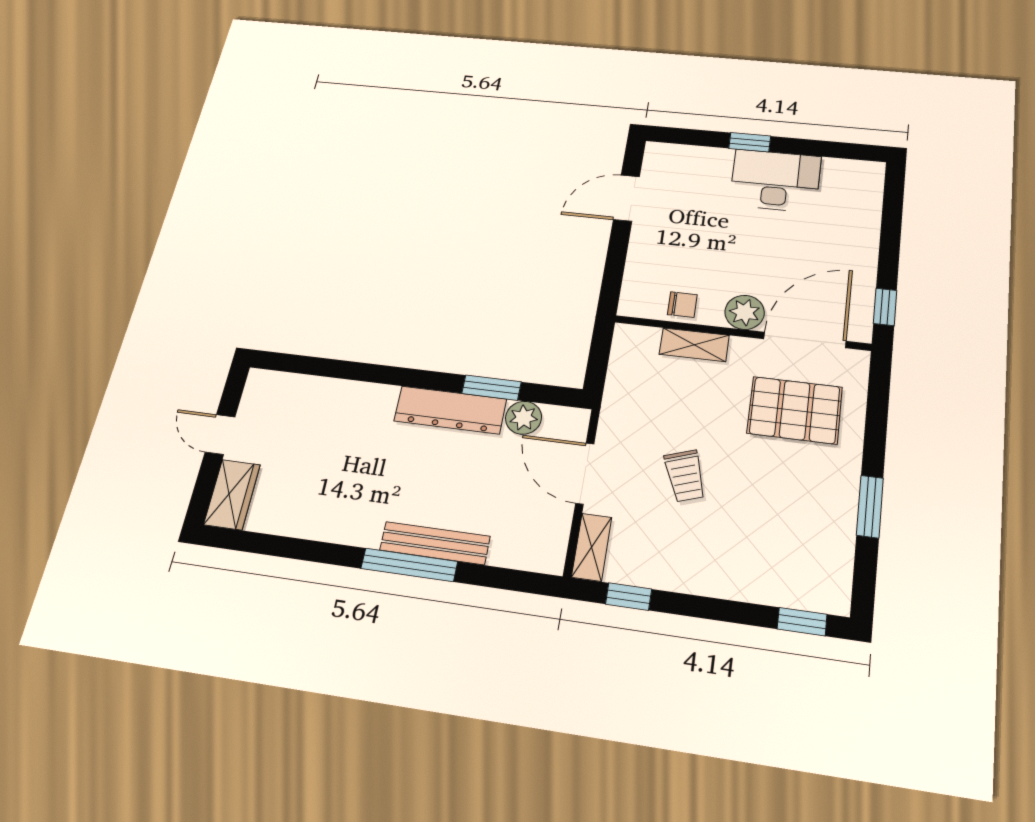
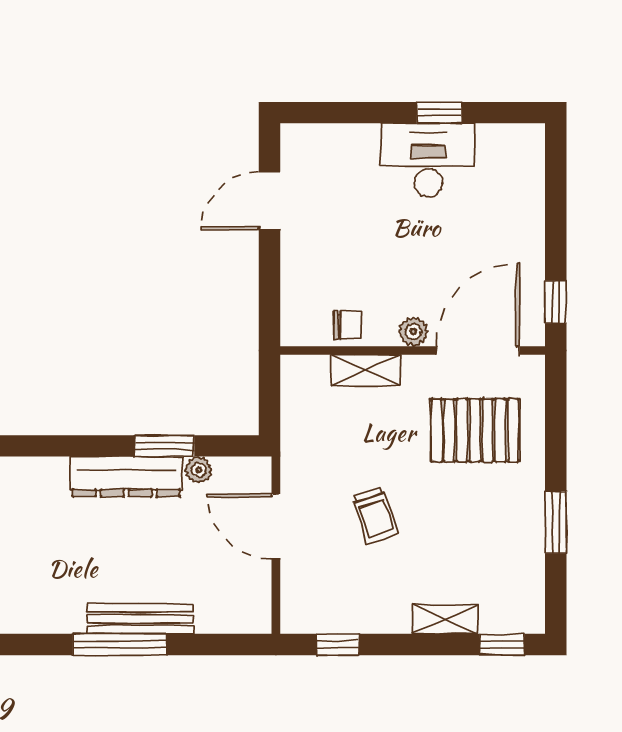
window: (750, 142) -> (439, 113), moved
plant: (745, 312) -> (413, 332), width x0.73, depth x0.73
plant: (524, 418) -> (199, 470), width x0.73, depth x0.73
shelving: (592, 547) -> (445, 619), moved, turned 90

